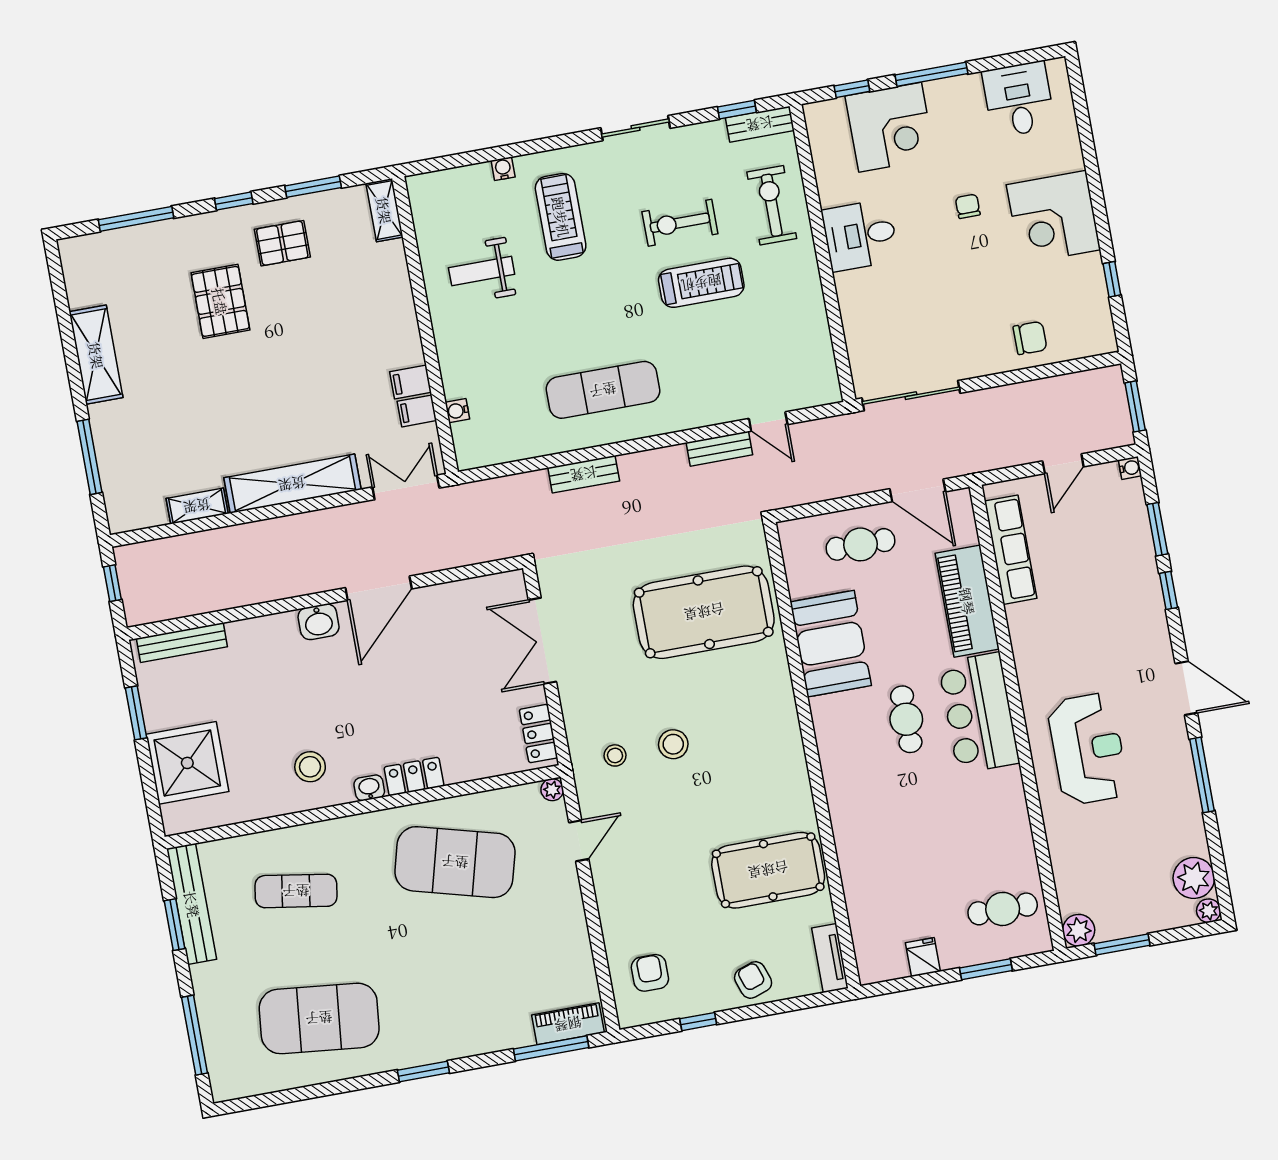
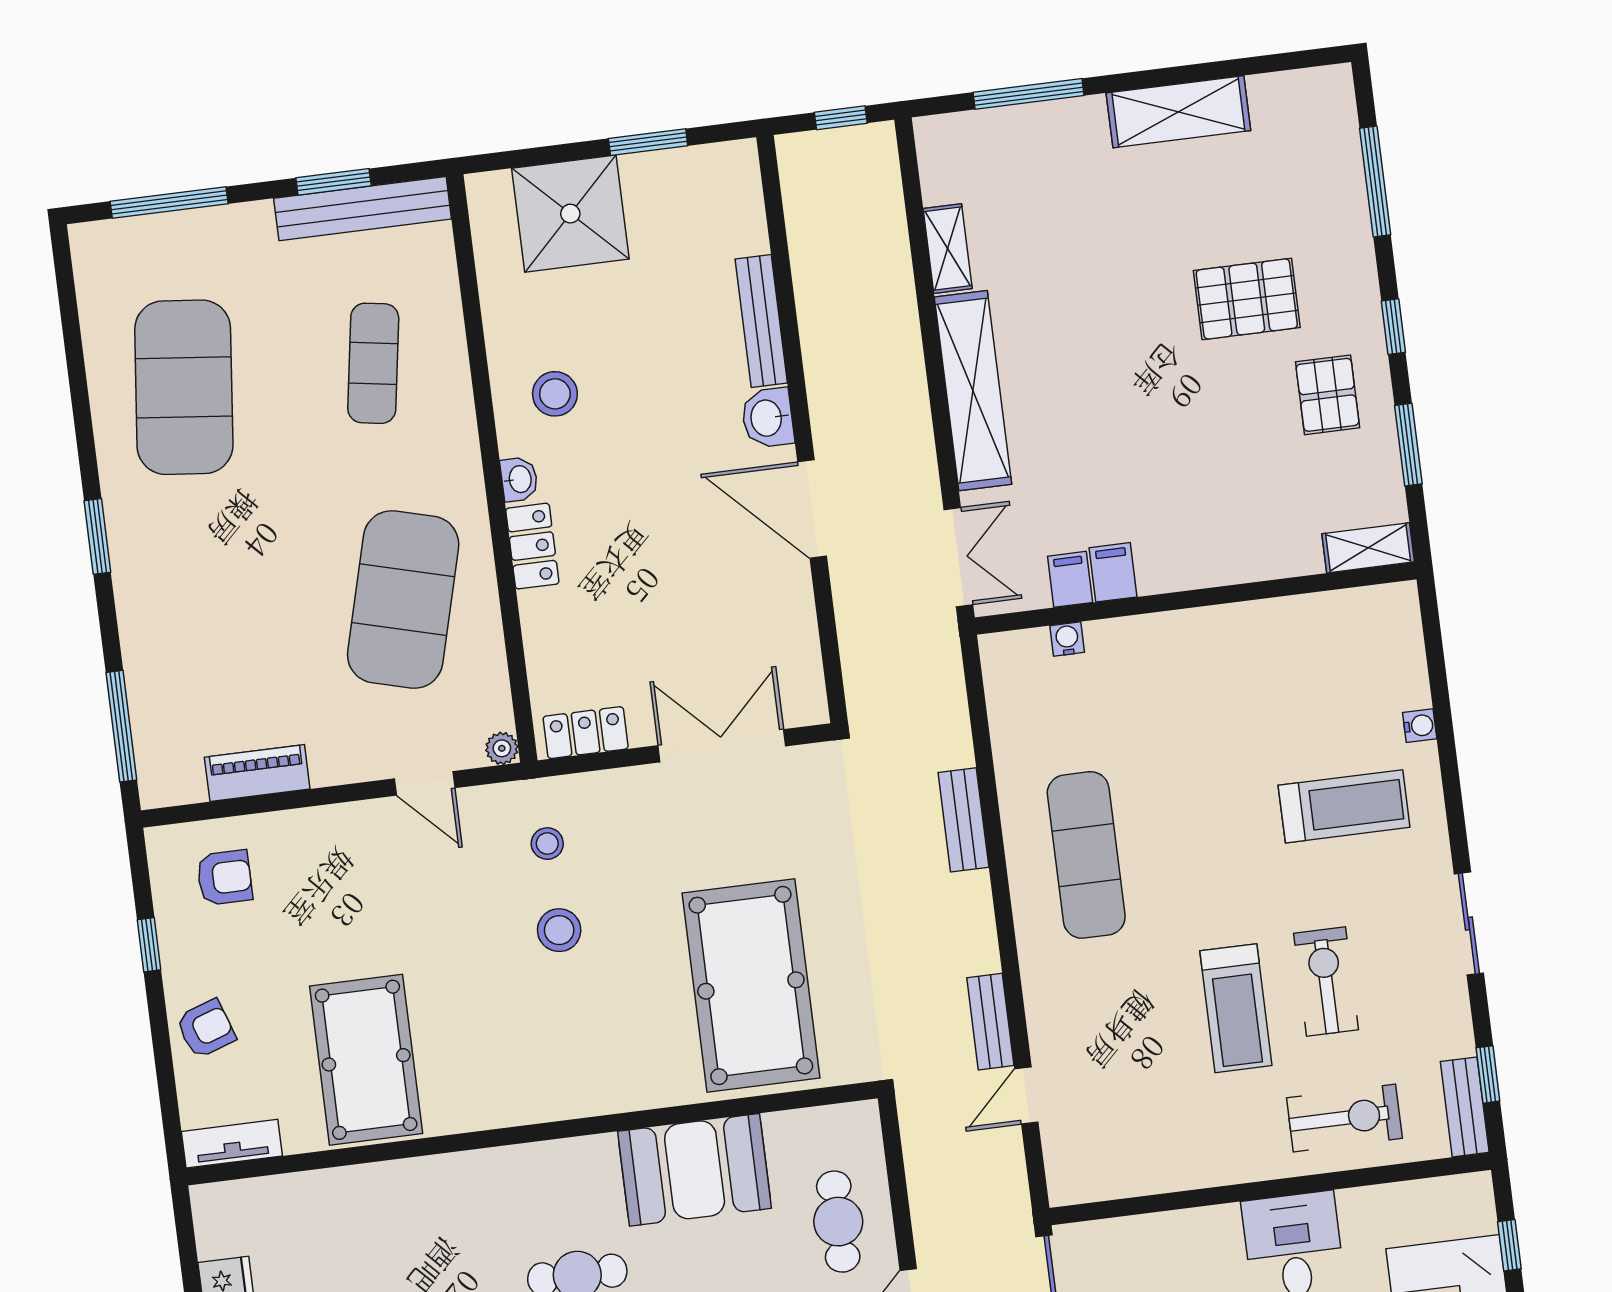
weight bench: (482, 271) -> (1271, 686), removed
bench: (182, 643) -> (761, 321), moved
piano: (568, 1024) -> (257, 773), moved, turned -90

